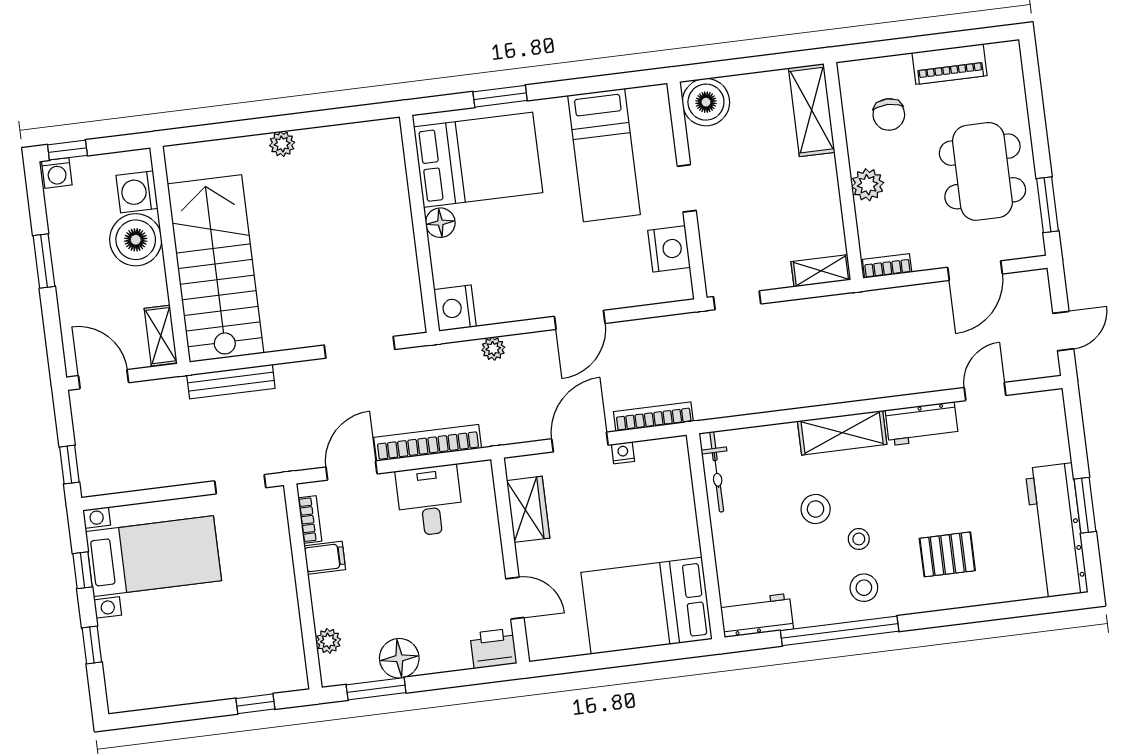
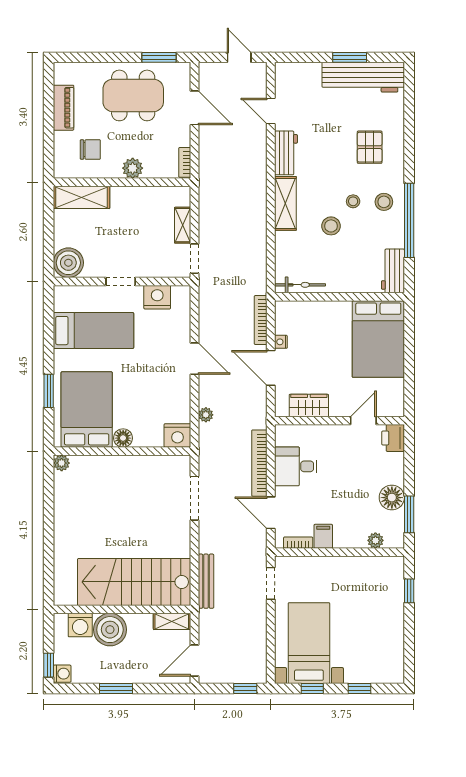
plant: (282, 144) -> (62, 463), moved
shelving: (821, 271) -> (183, 225), moved

